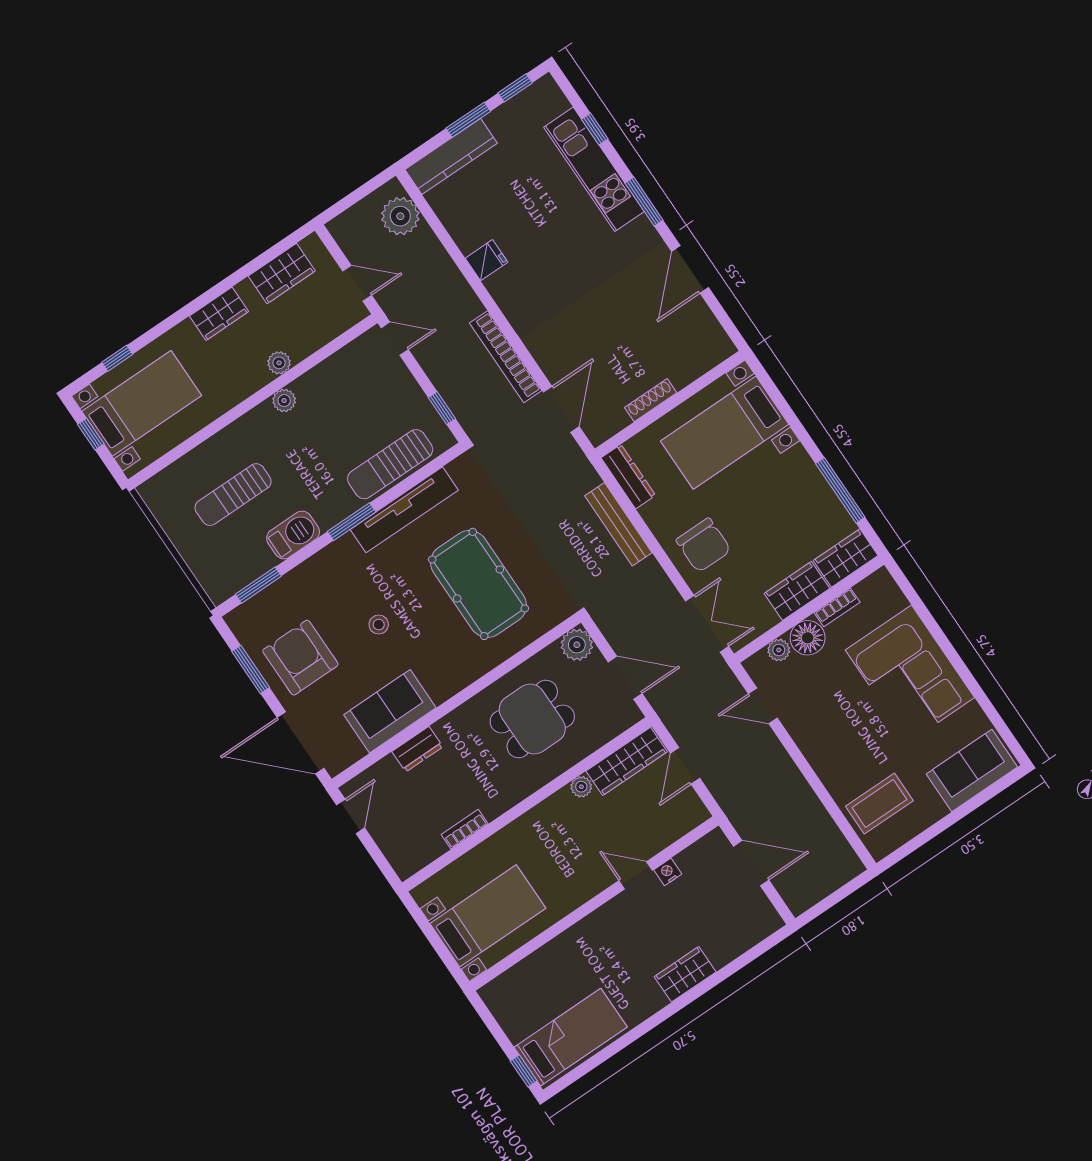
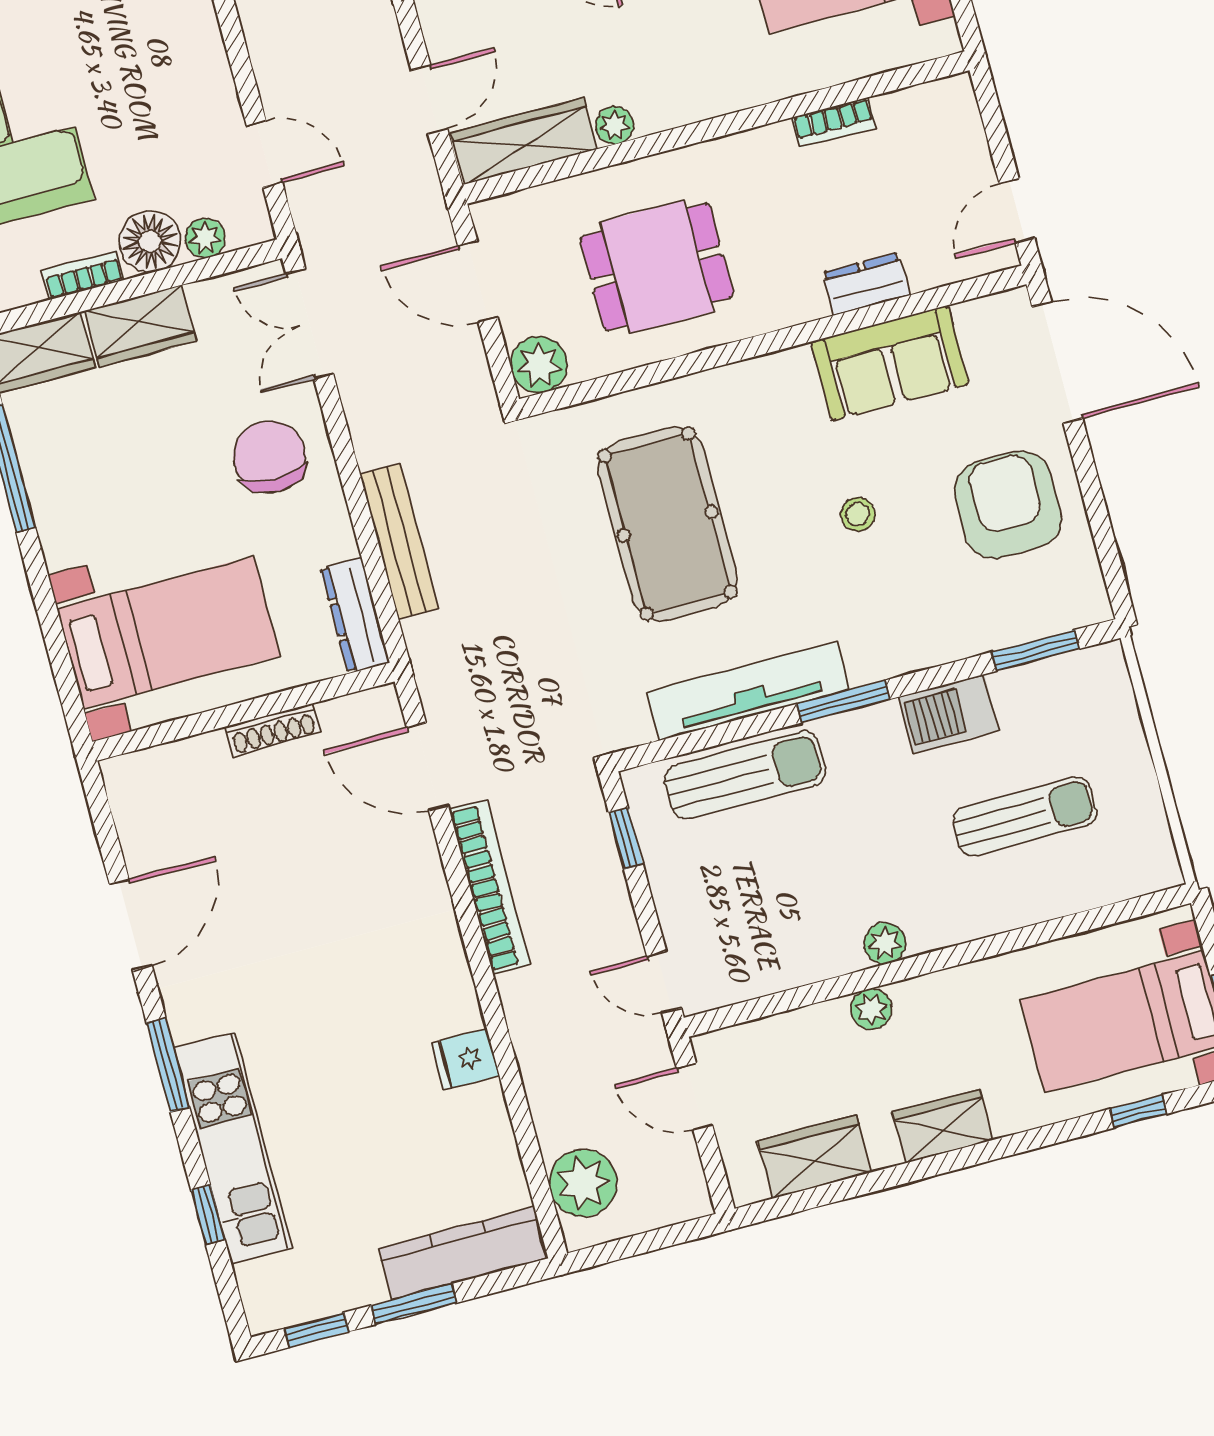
door: (561, 409) -> (427, 767), hinge flipped
armchair: (300, 658) -> (1008, 505), turned 180
window: (251, 669) -> (1098, 514), removed

